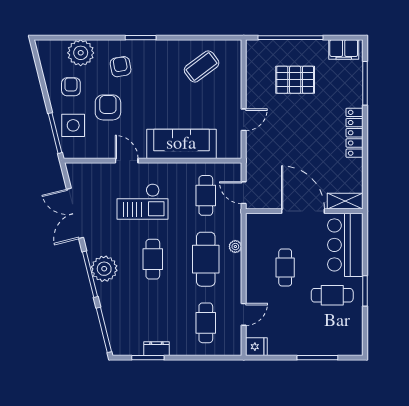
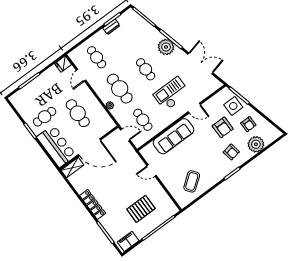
door: (244, 120) -> (152, 171), hinge flipped
cafe table: (285, 267) -> (78, 113), width x1.37, depth x1.35

